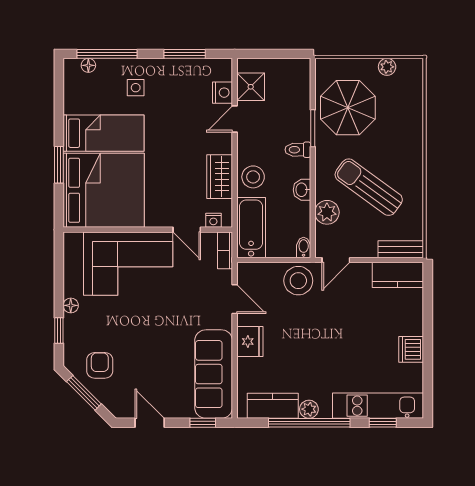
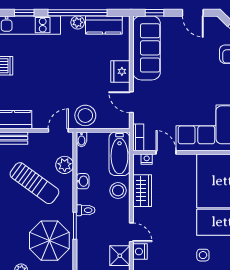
door: (235, 119) -> (131, 232), hinge flipped

